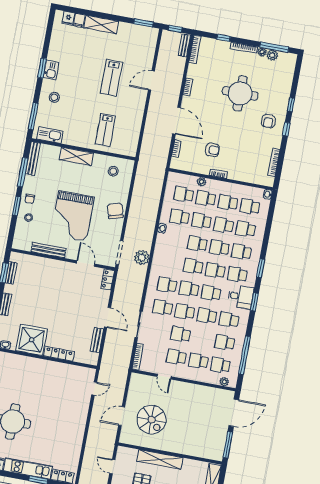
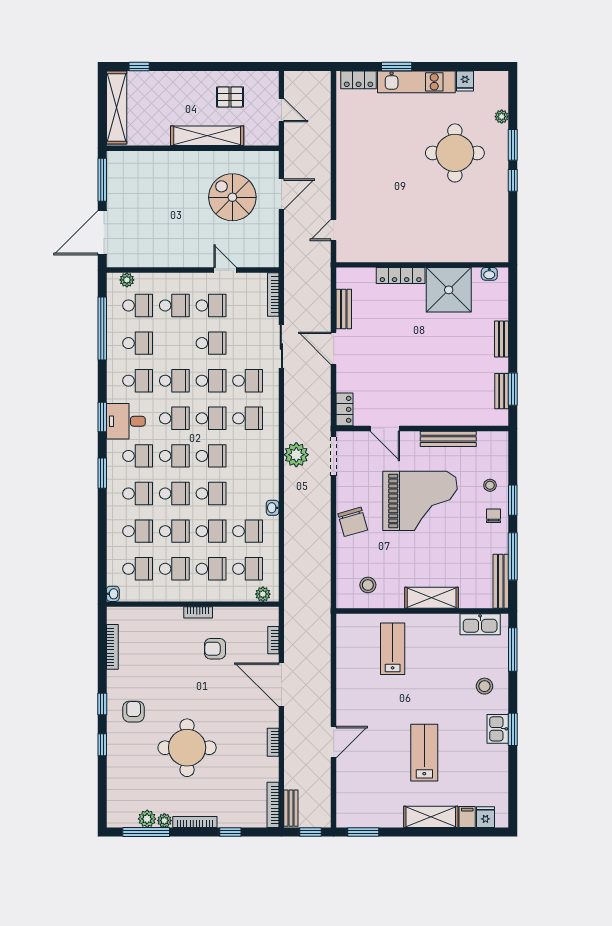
lab bench: (111, 78) -> (424, 753), moved
plant: (201, 182) -> (263, 594), moved
grand piano: (72, 216) -> (420, 501), turned 90

